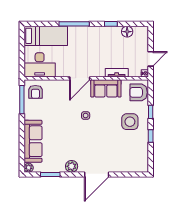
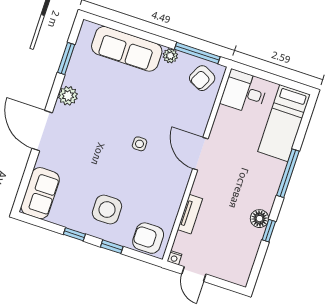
floor lamp: (127, 32) -> (259, 219), moved
desk: (40, 65) -> (244, 92), width x0.73
sofa: (106, 88) -> (40, 193), moved, turned 180
armchair: (35, 92) -> (202, 78), turned -63
armchair: (139, 92) -> (148, 238), turned -90
plant: (29, 168) -> (170, 56), moved

